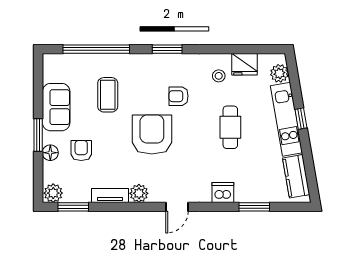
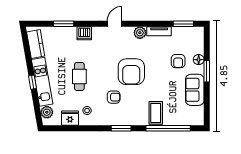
coffee table: (108, 95) -> (156, 113), moved
plant: (53, 193) -> (197, 33), removed

